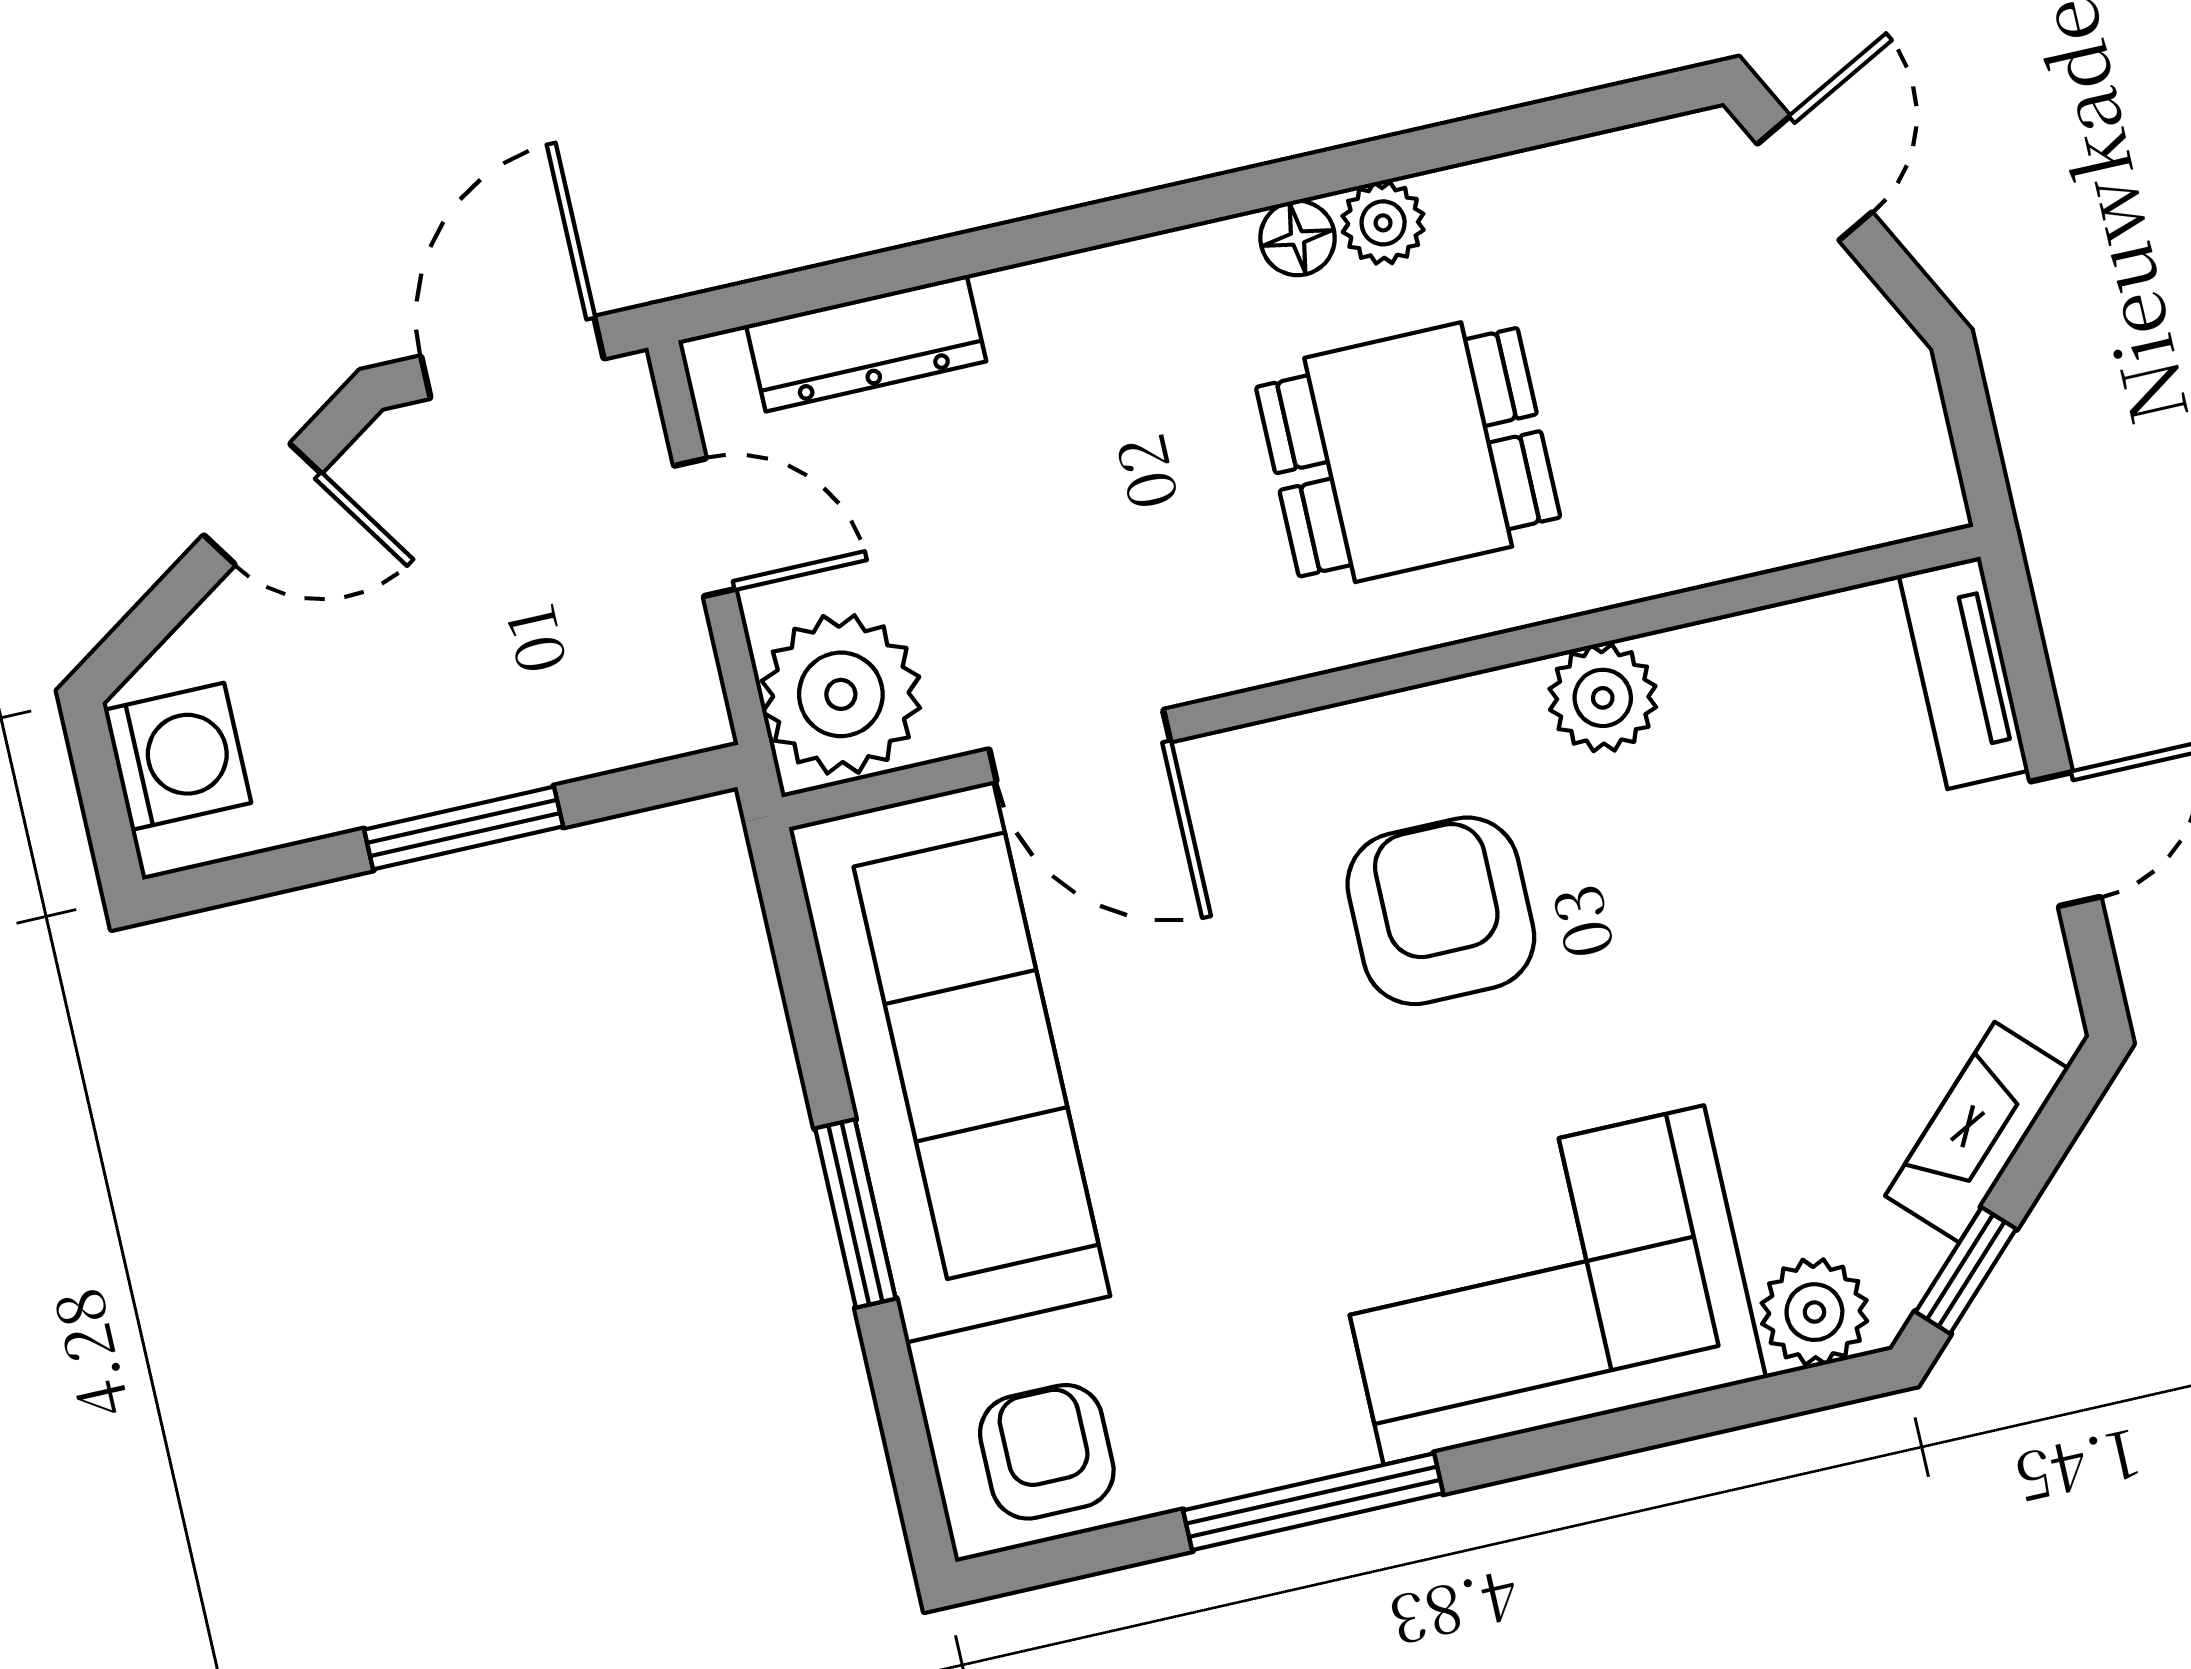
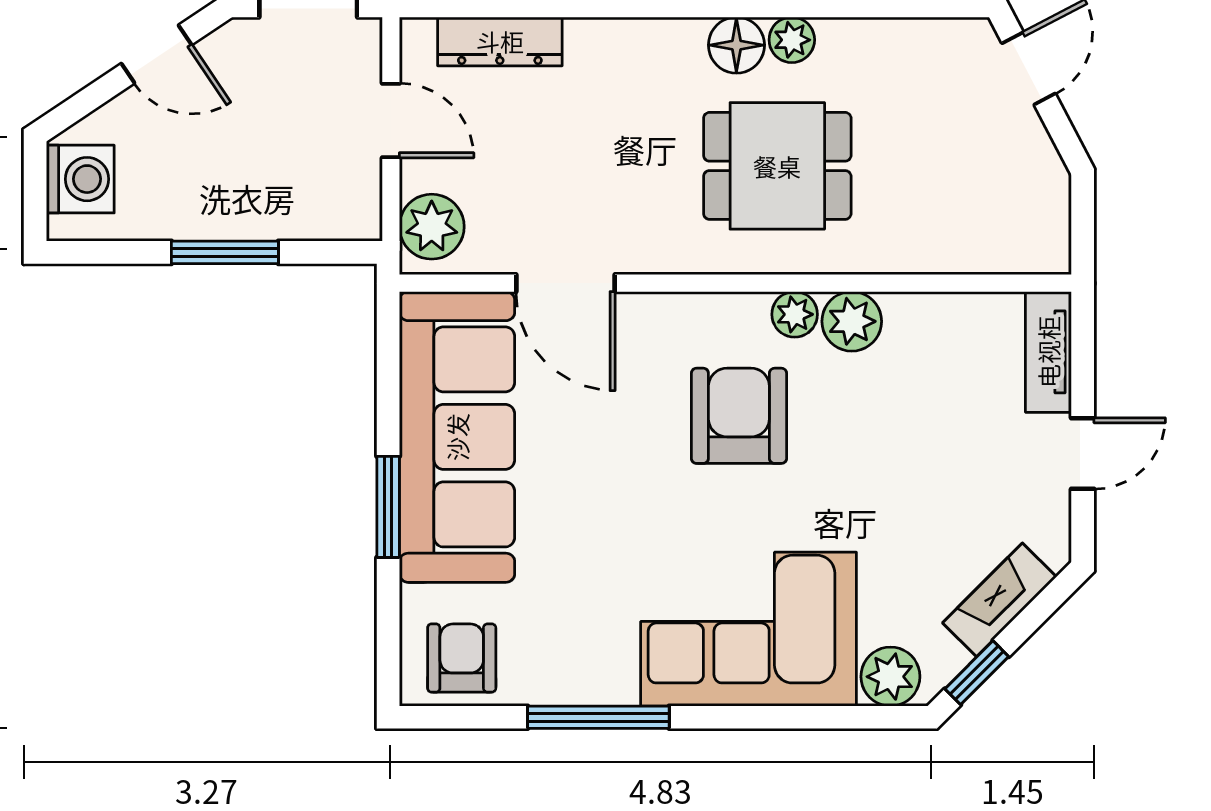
floor lamp: (1298, 238) -> (736, 45), width x1.37, depth x1.37
plant: (841, 694) -> (432, 227), width x0.73, depth x0.73
plant: (1499, 708) -> (795, 314), added

